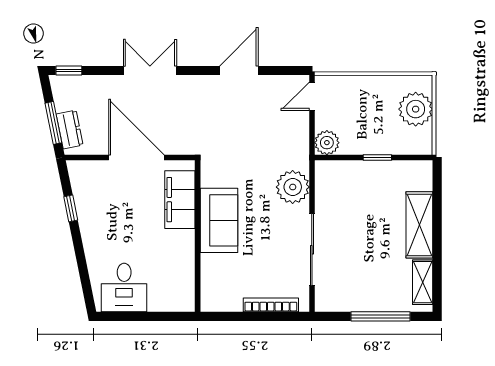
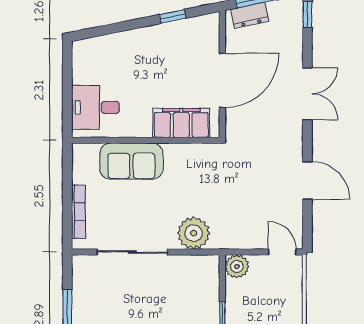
sofa: (219, 220) -> (131, 161), moved
desk: (124, 287) -> (95, 107), moved

